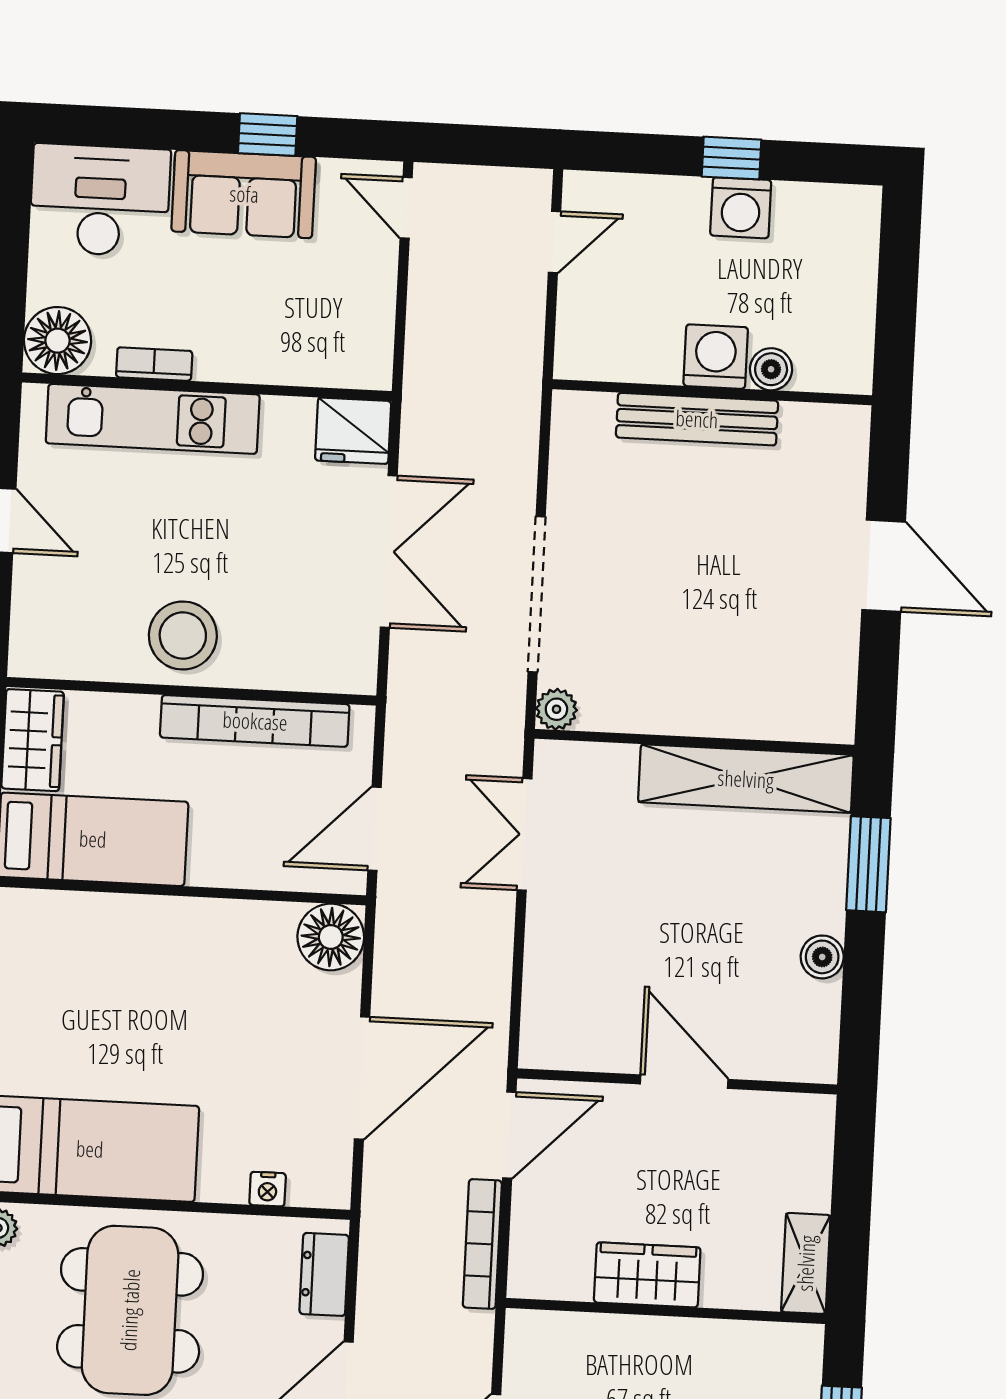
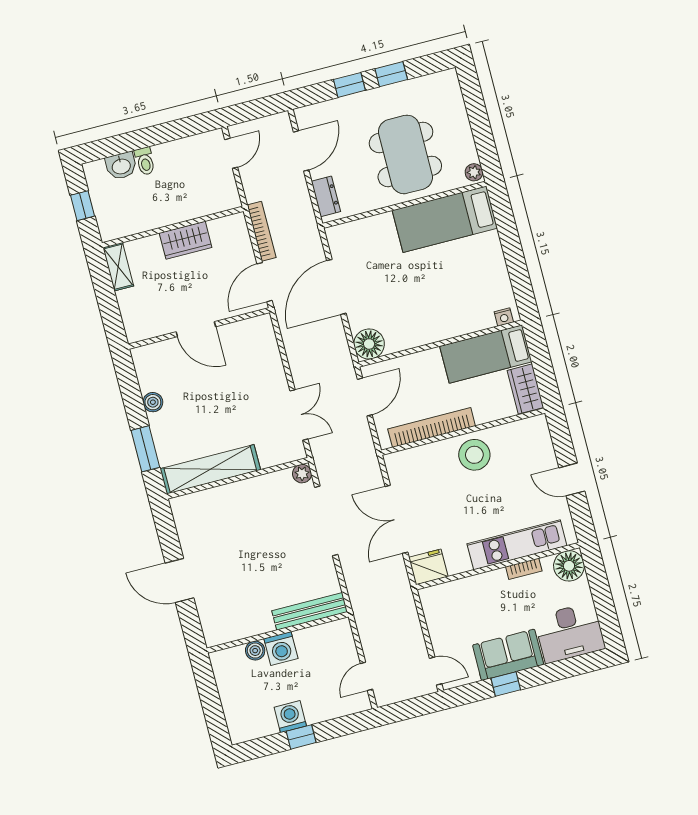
bench: (697, 419) -> (310, 611), moved
nightstand: (268, 1189) -> (504, 317), moved, turned 180

